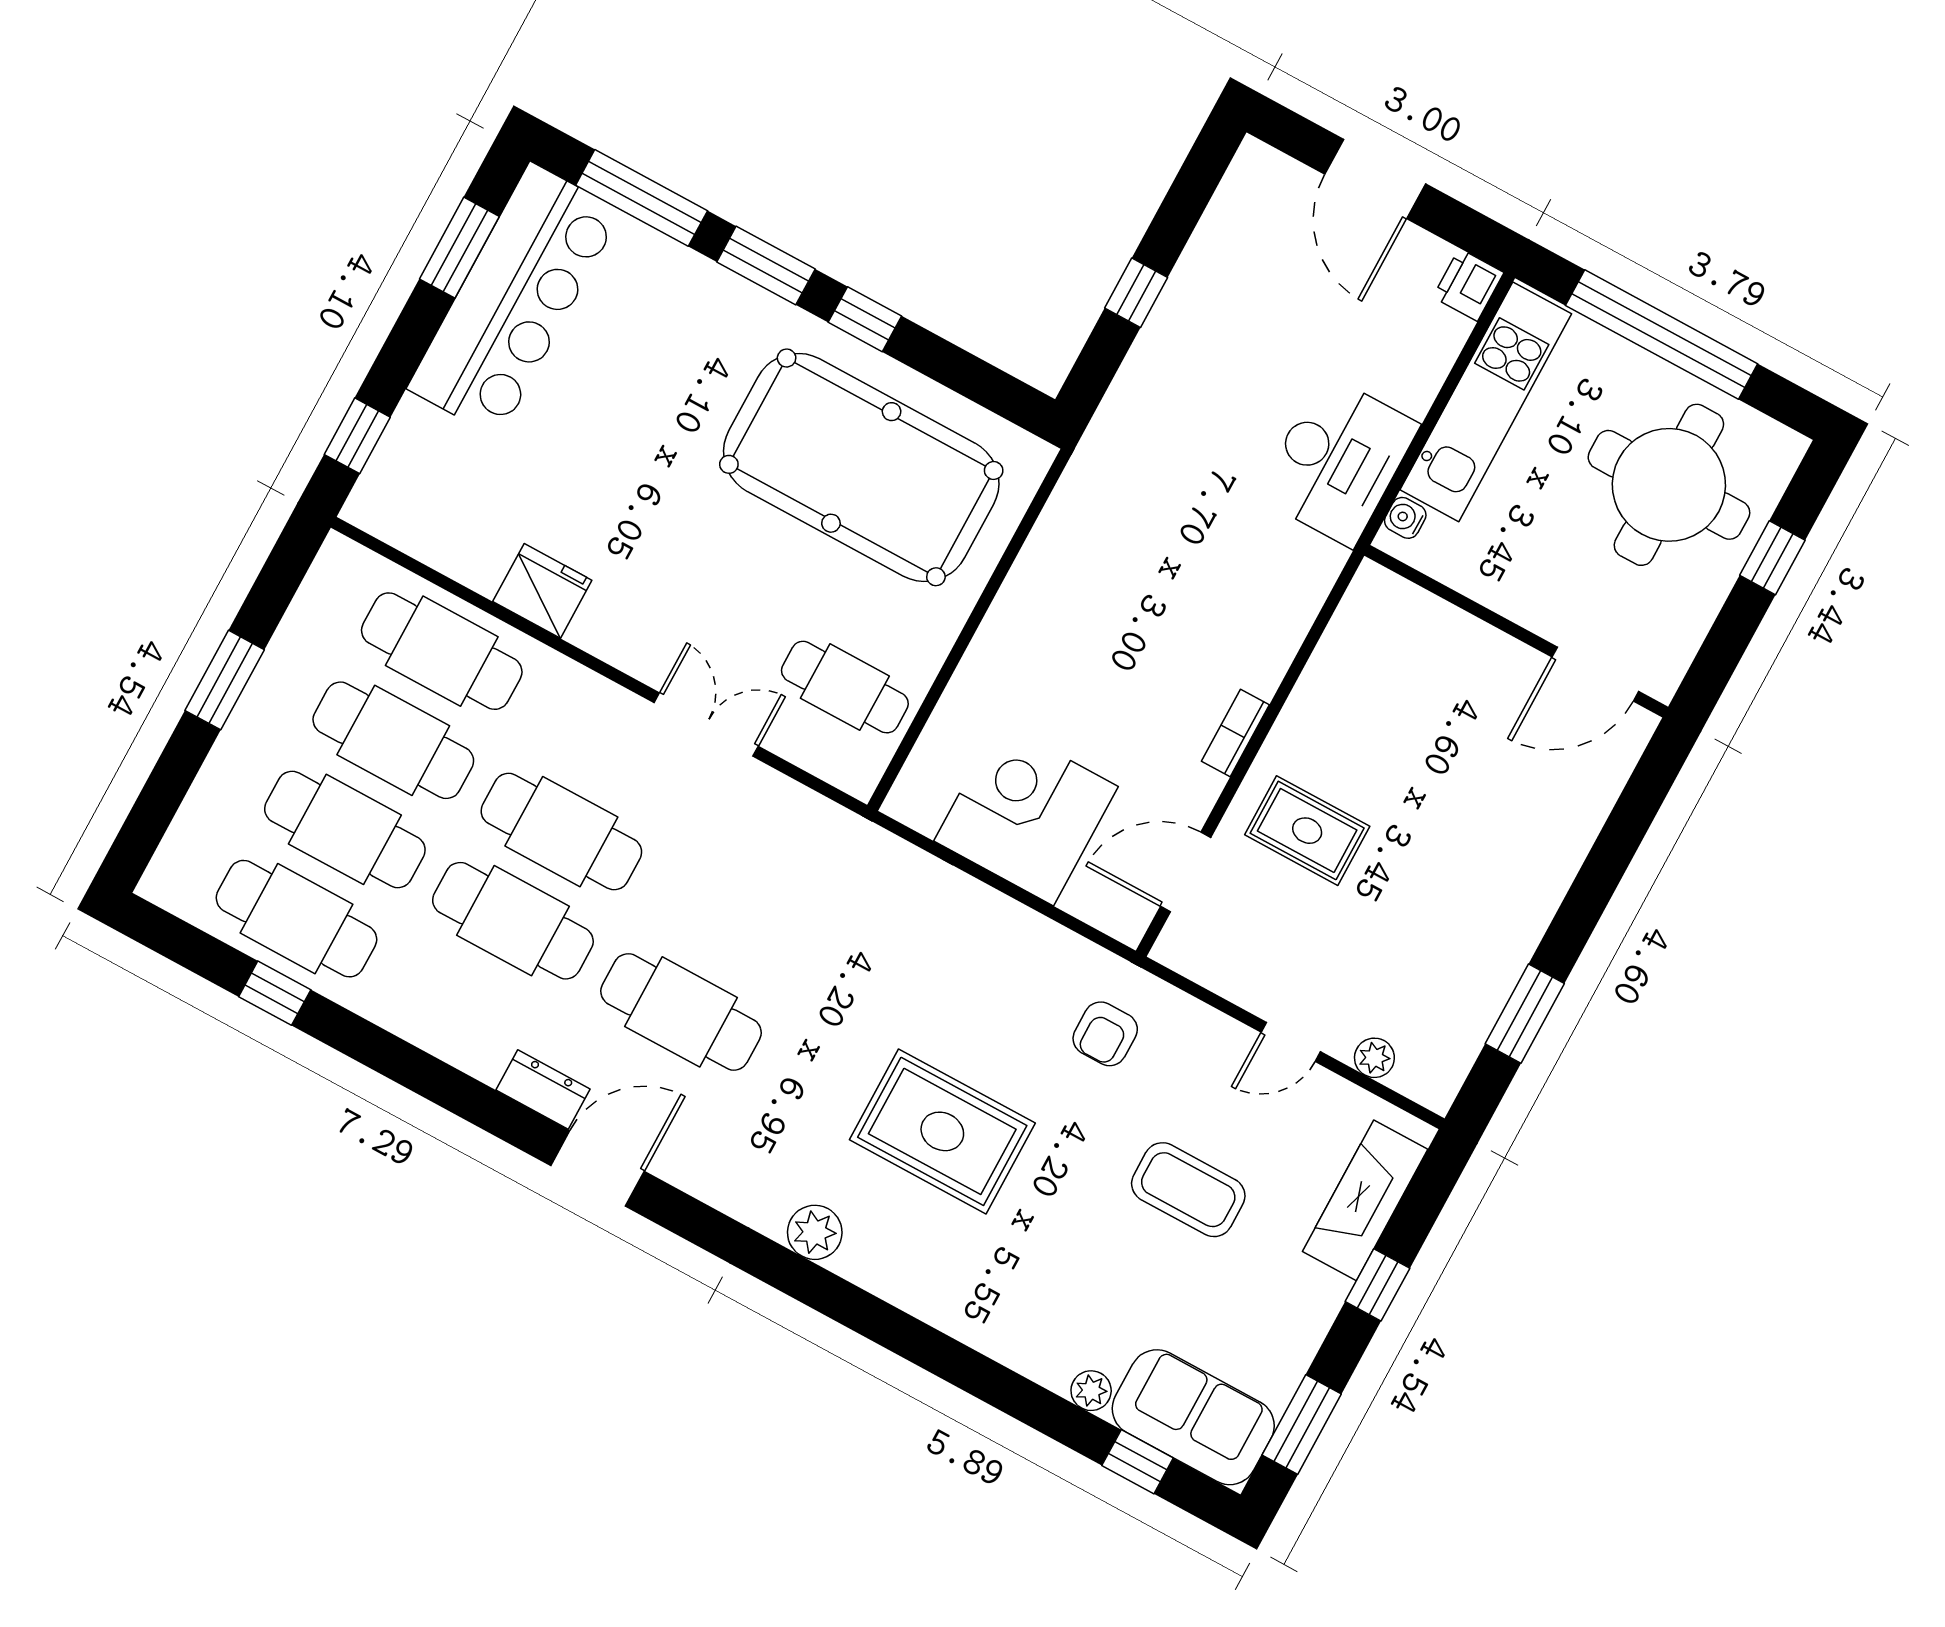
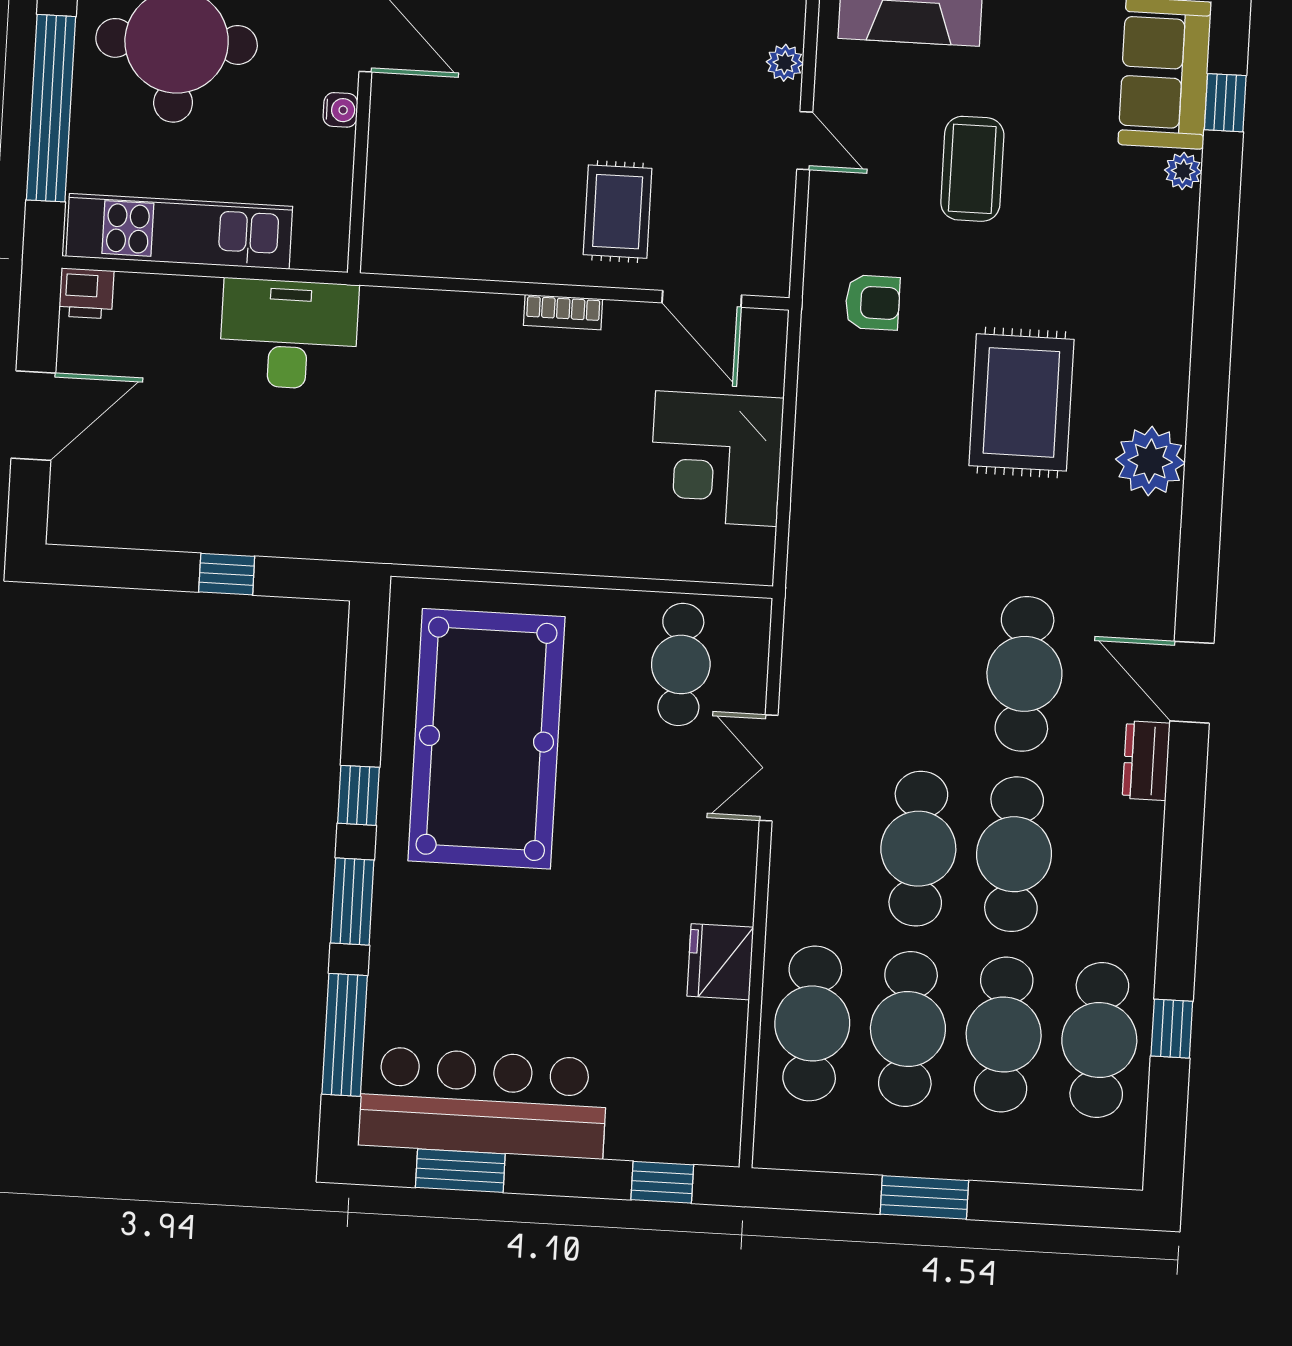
water cooler: (1405, 518) -> (340, 110), moved, turned -90
plant: (815, 1232) -> (1150, 461), width x1.36, depth x1.36

